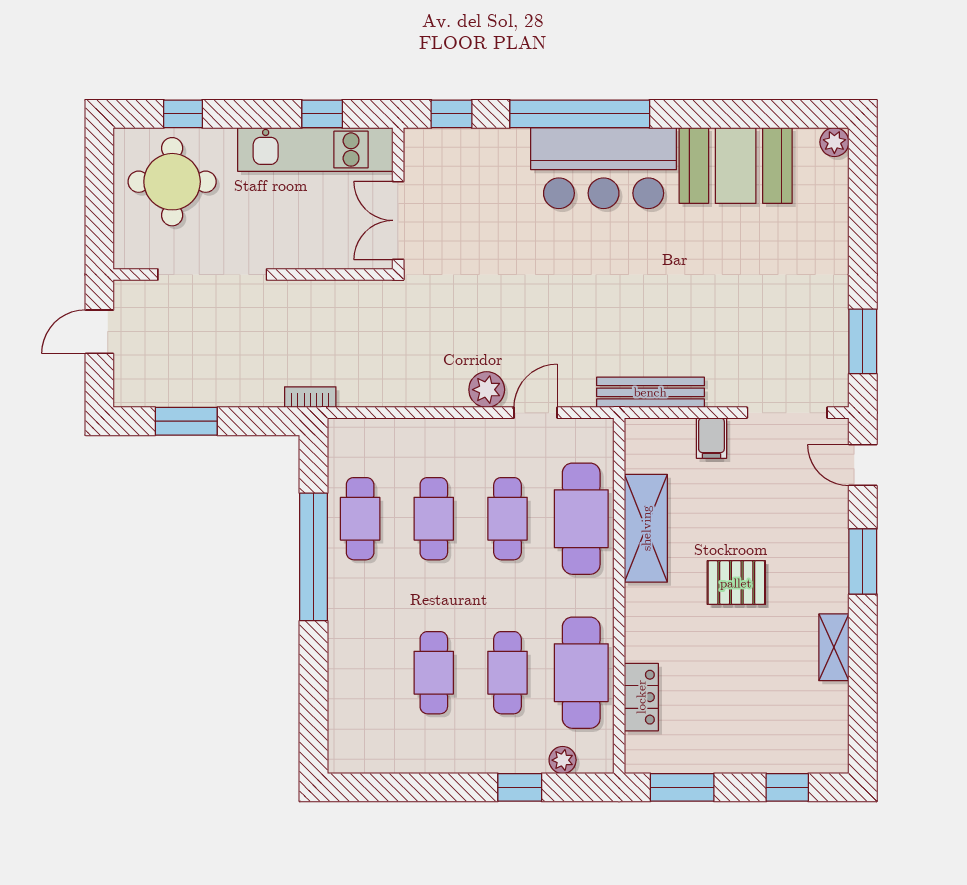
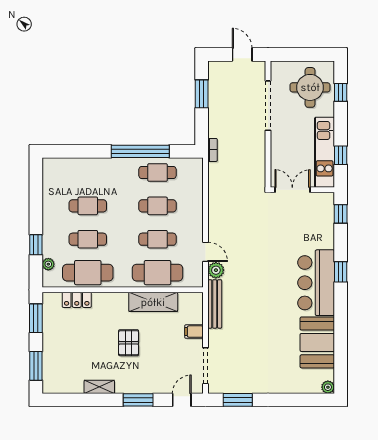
window: (580, 114) -> (341, 272), width x0.32
plant: (487, 390) -> (216, 270), moved
window: (787, 787) -> (36, 366), width x1.50

